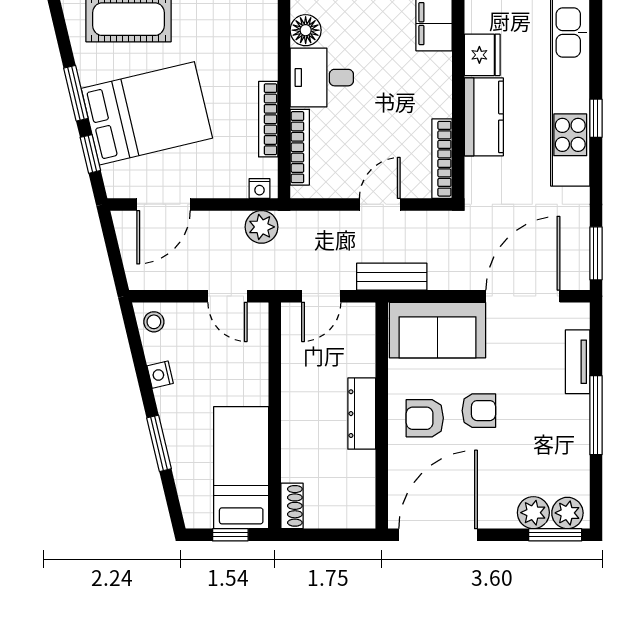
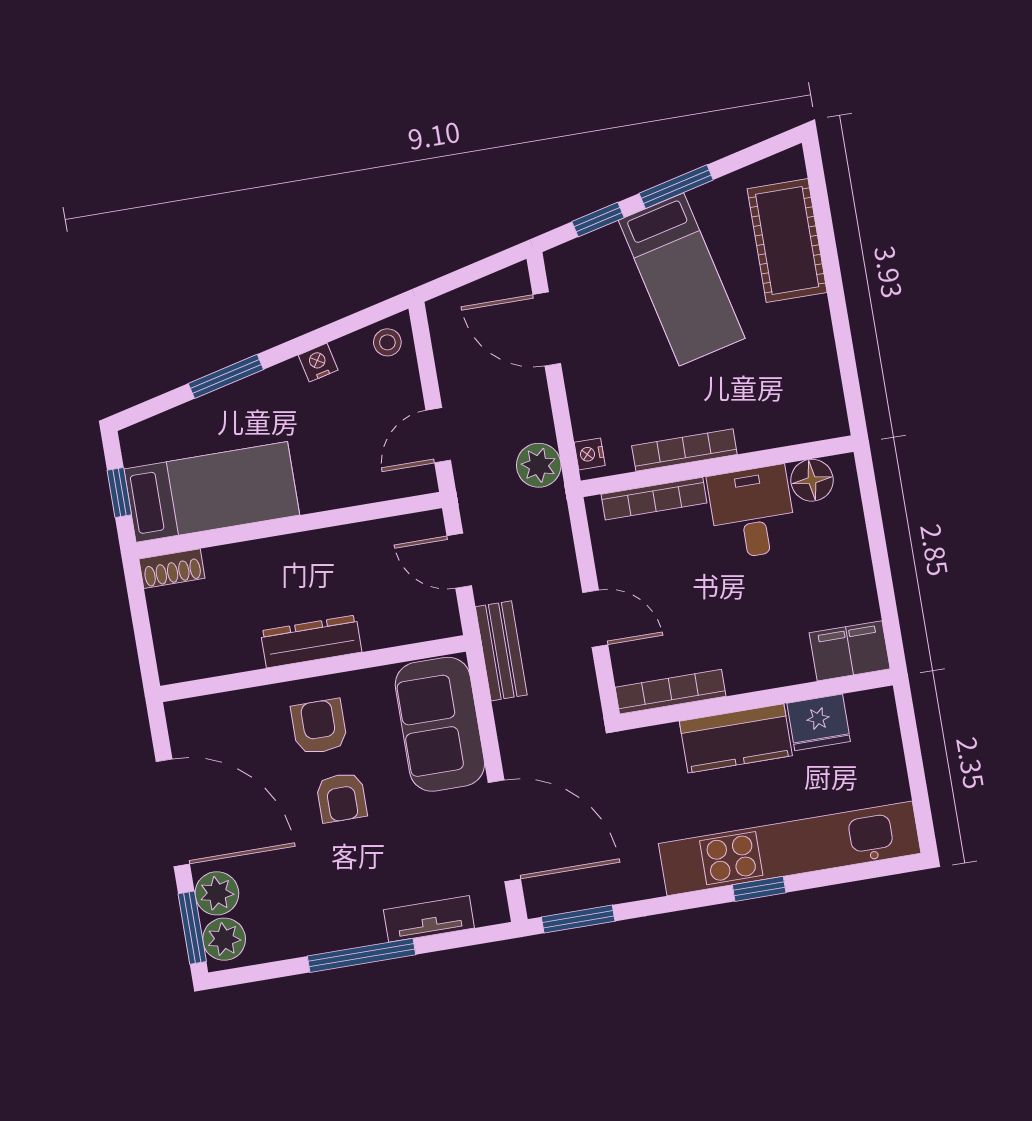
bed: (147, 113) -> (682, 279), width x0.67
door: (438, 535) -> (173, 813), moved

